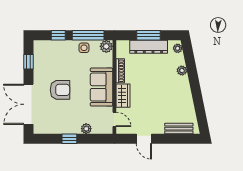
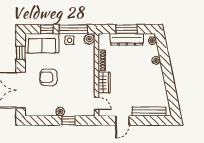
sofa: (101, 87) -> (42, 43), moved, turned -90
armchair: (60, 90) -> (48, 77), turned 180
plant: (86, 129) -> (60, 112), moved
bench: (179, 129) -> (149, 112), width x1.36
window: (69, 139) -> (69, 121), moved
door: (144, 139) -> (122, 121), hinge flipped

